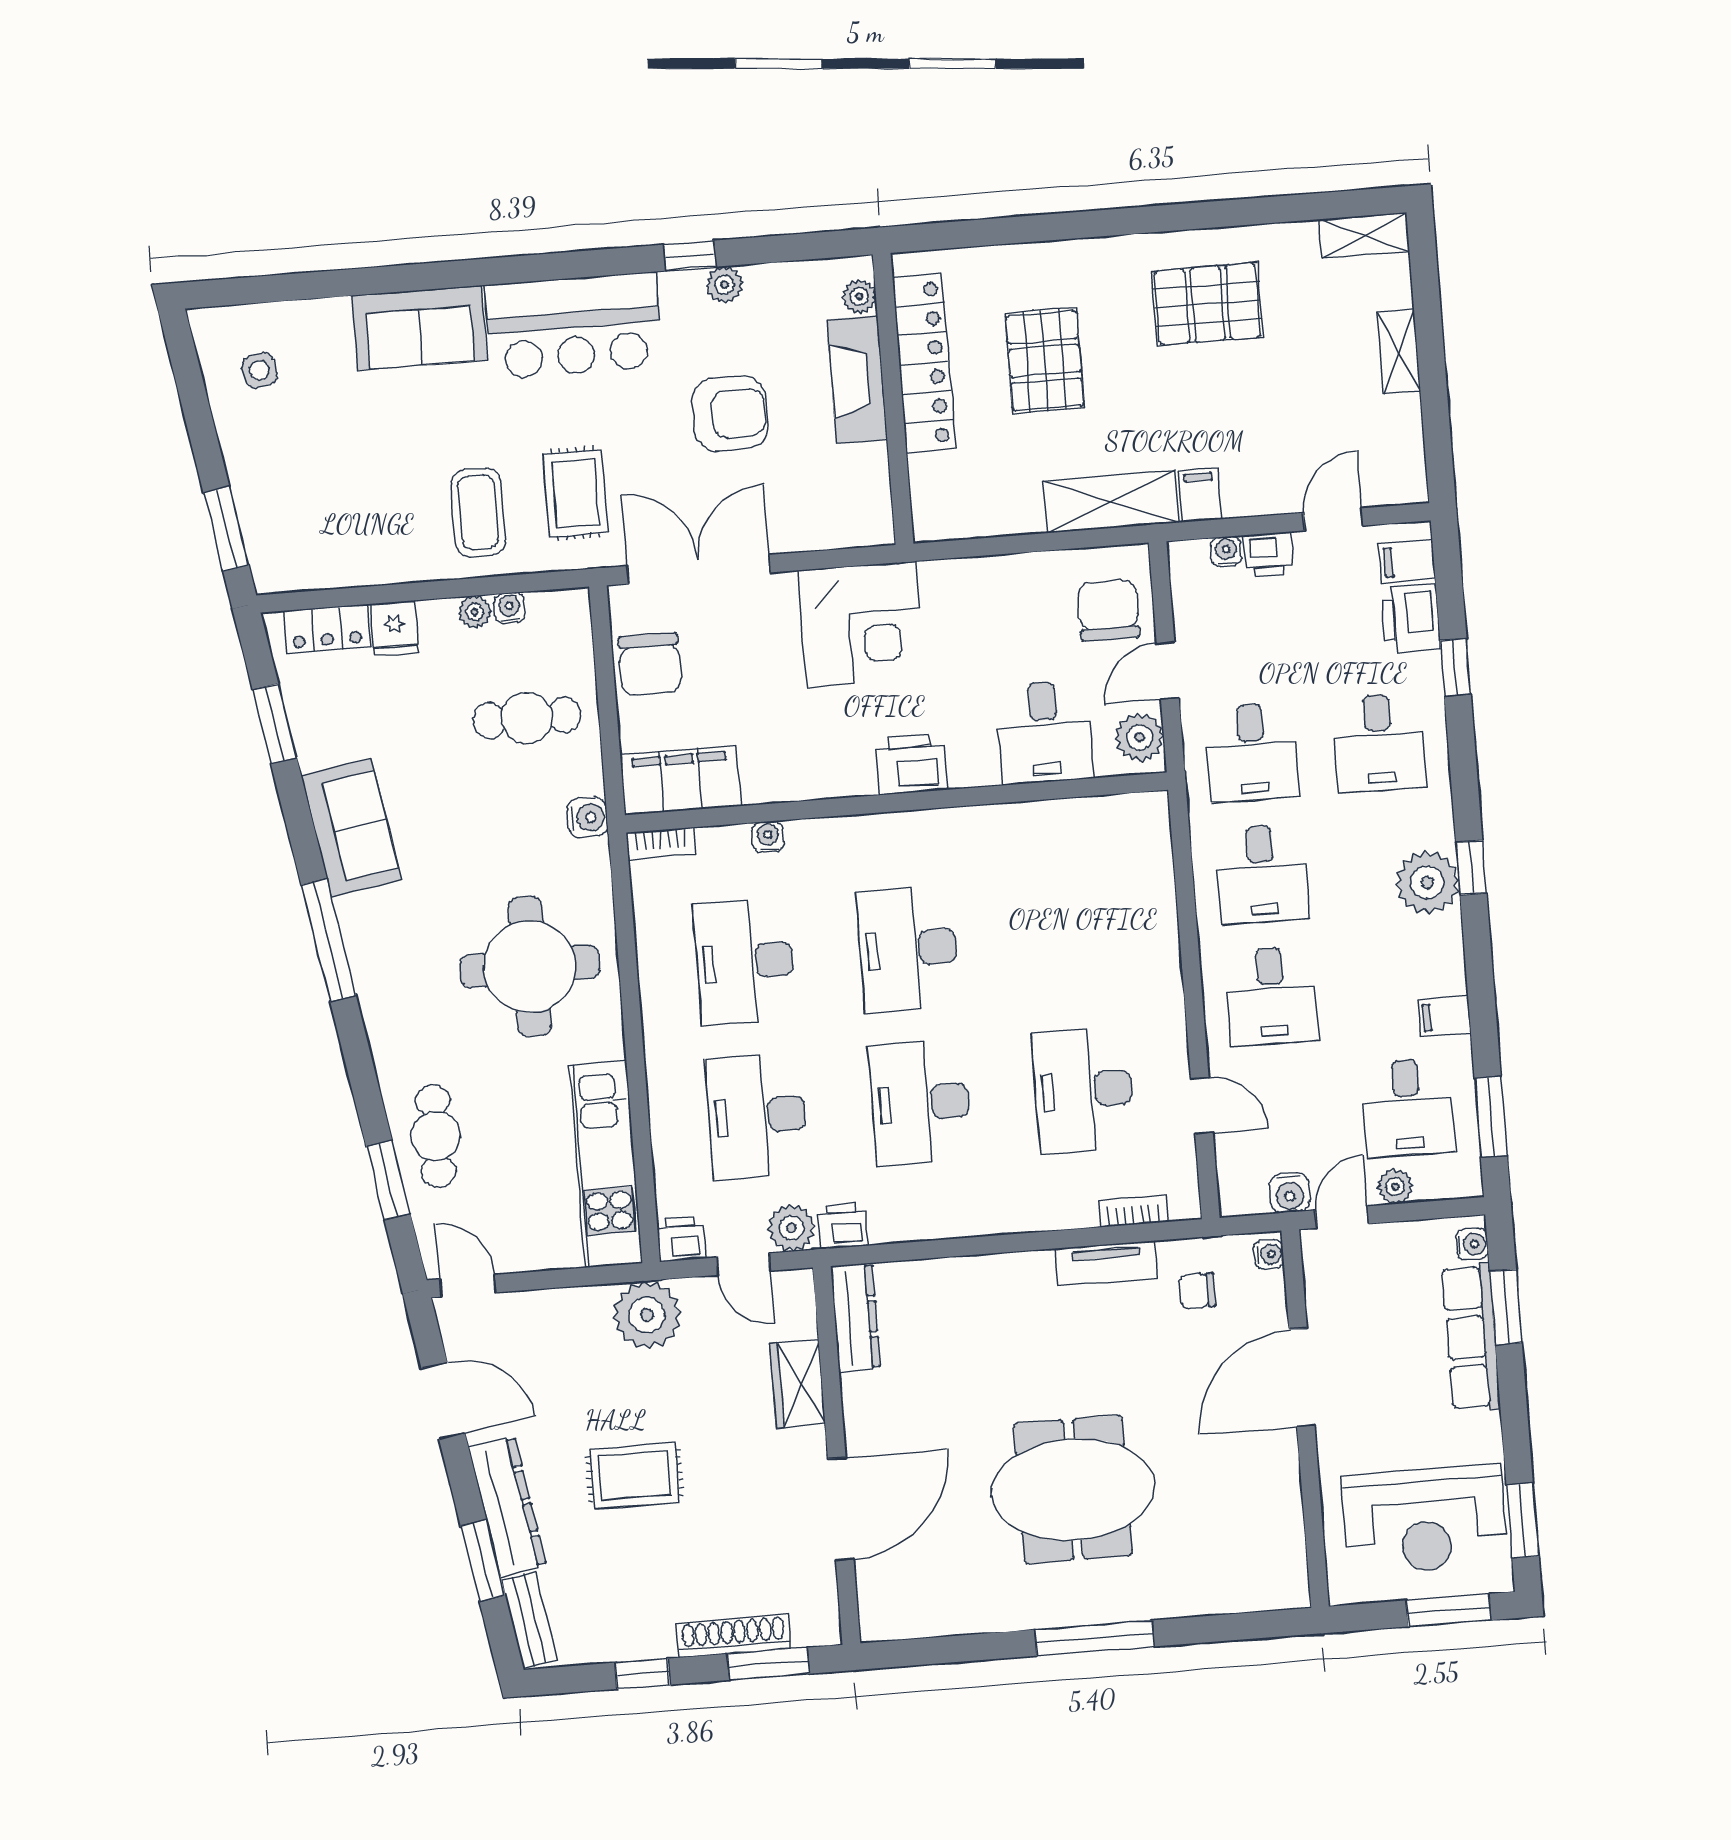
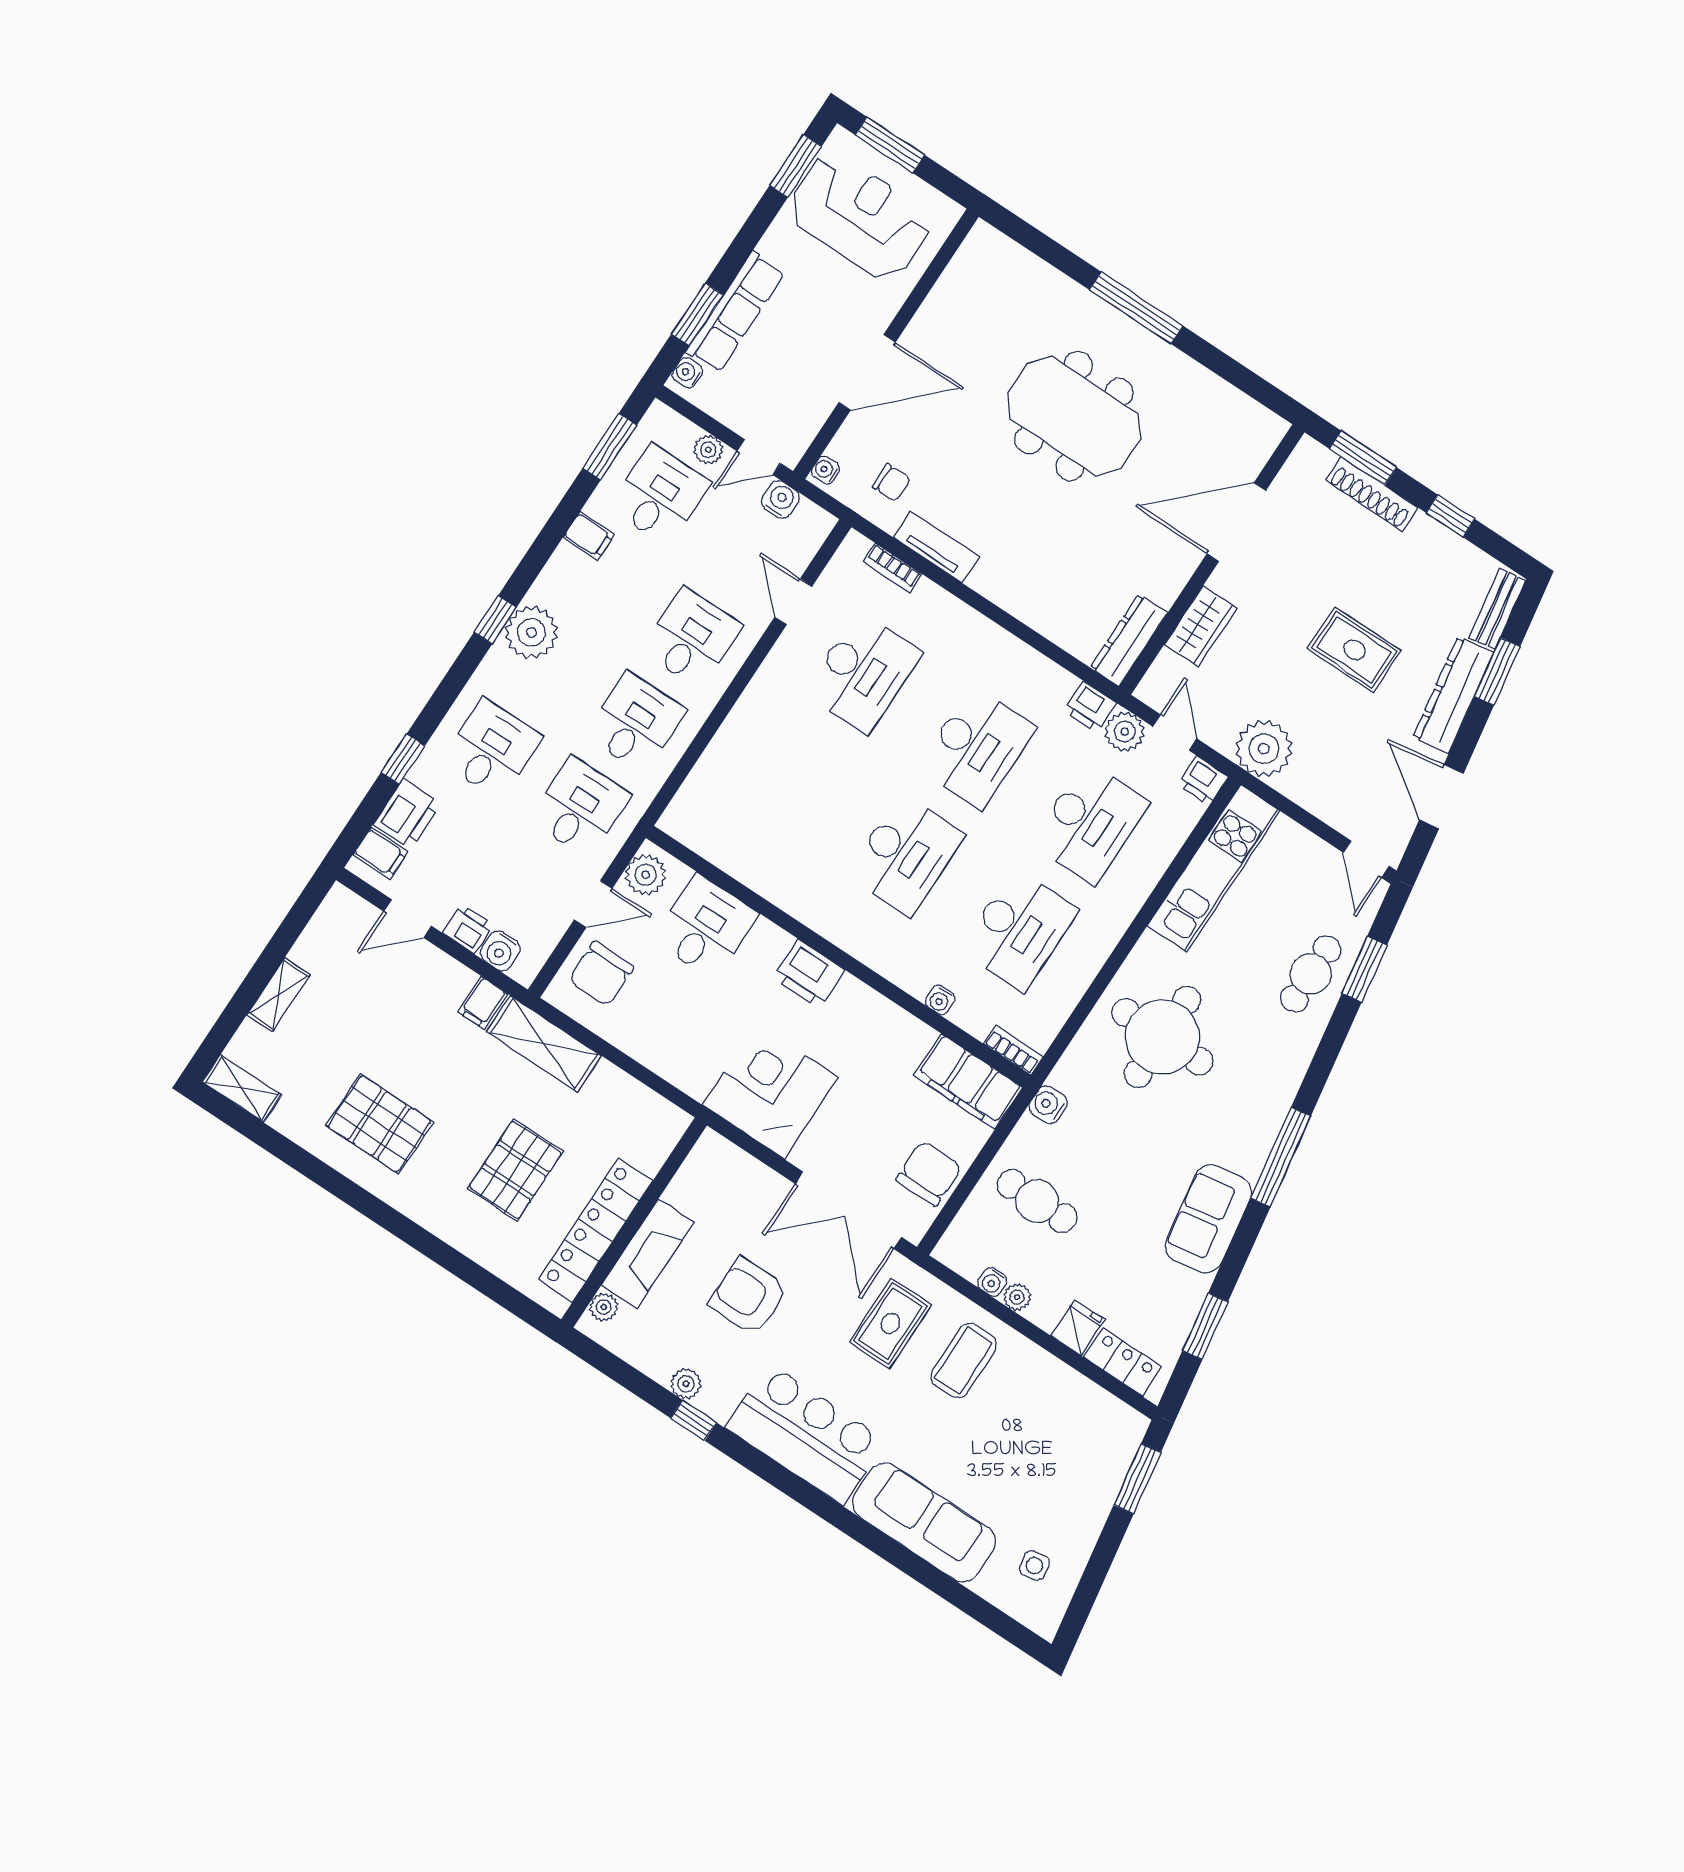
sofa: (419, 328) -> (924, 1522), width x1.36
water cooler: (1226, 551) -> (500, 951), width x1.38, depth x1.38

